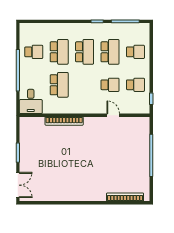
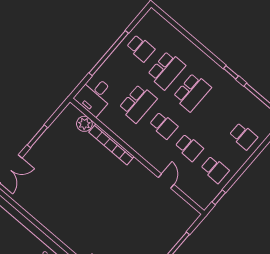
school desk: (110, 52) -> (163, 125), moved, width x0.54
plant: (39, 123) -> (84, 124), added

